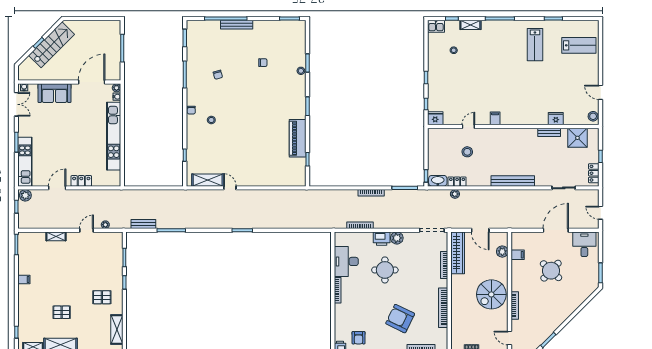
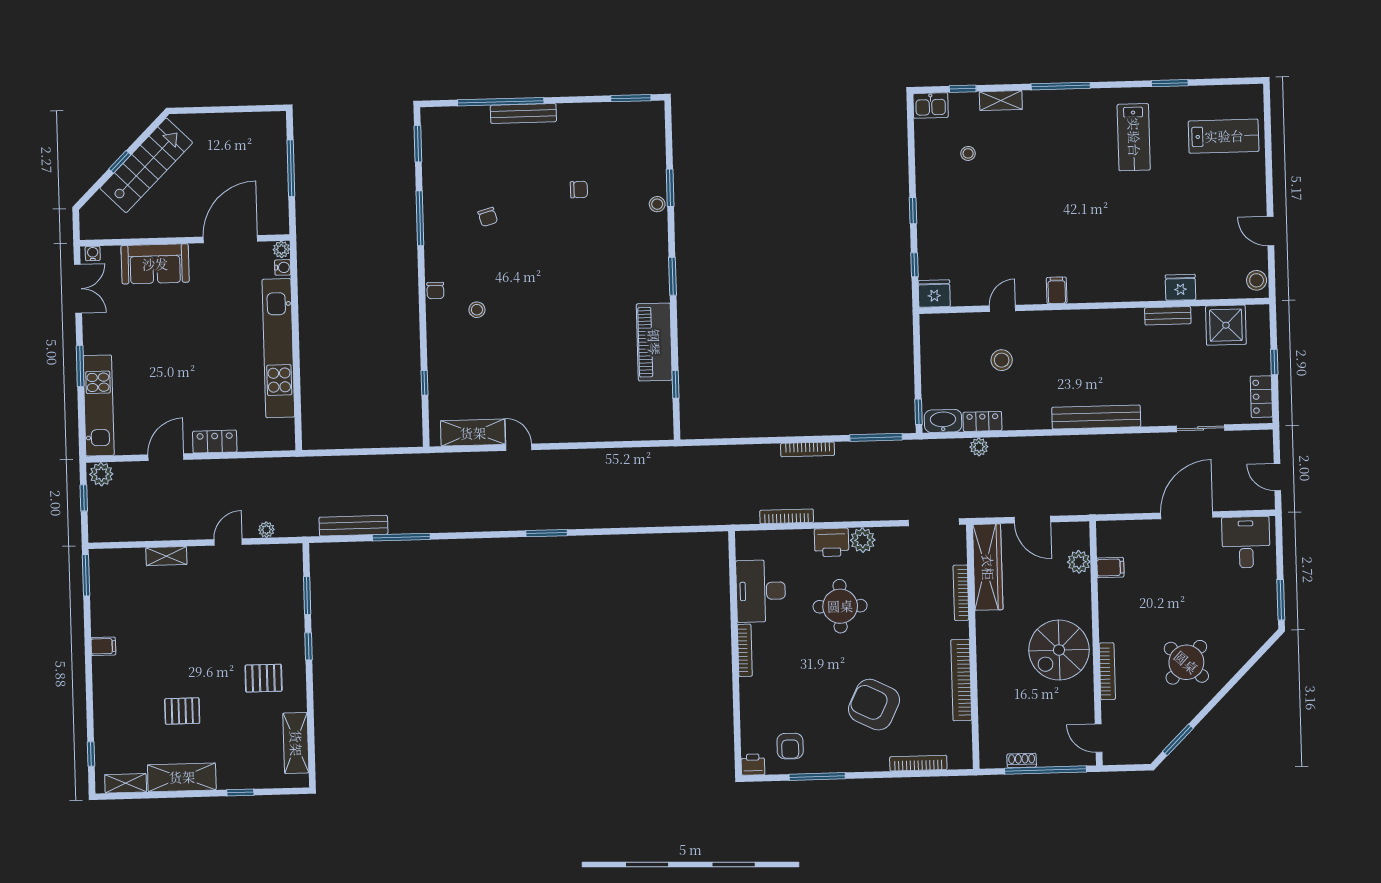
bench: (143, 224) -> (353, 526), width x1.36
round table: (551, 271) -> (1186, 662), moved

